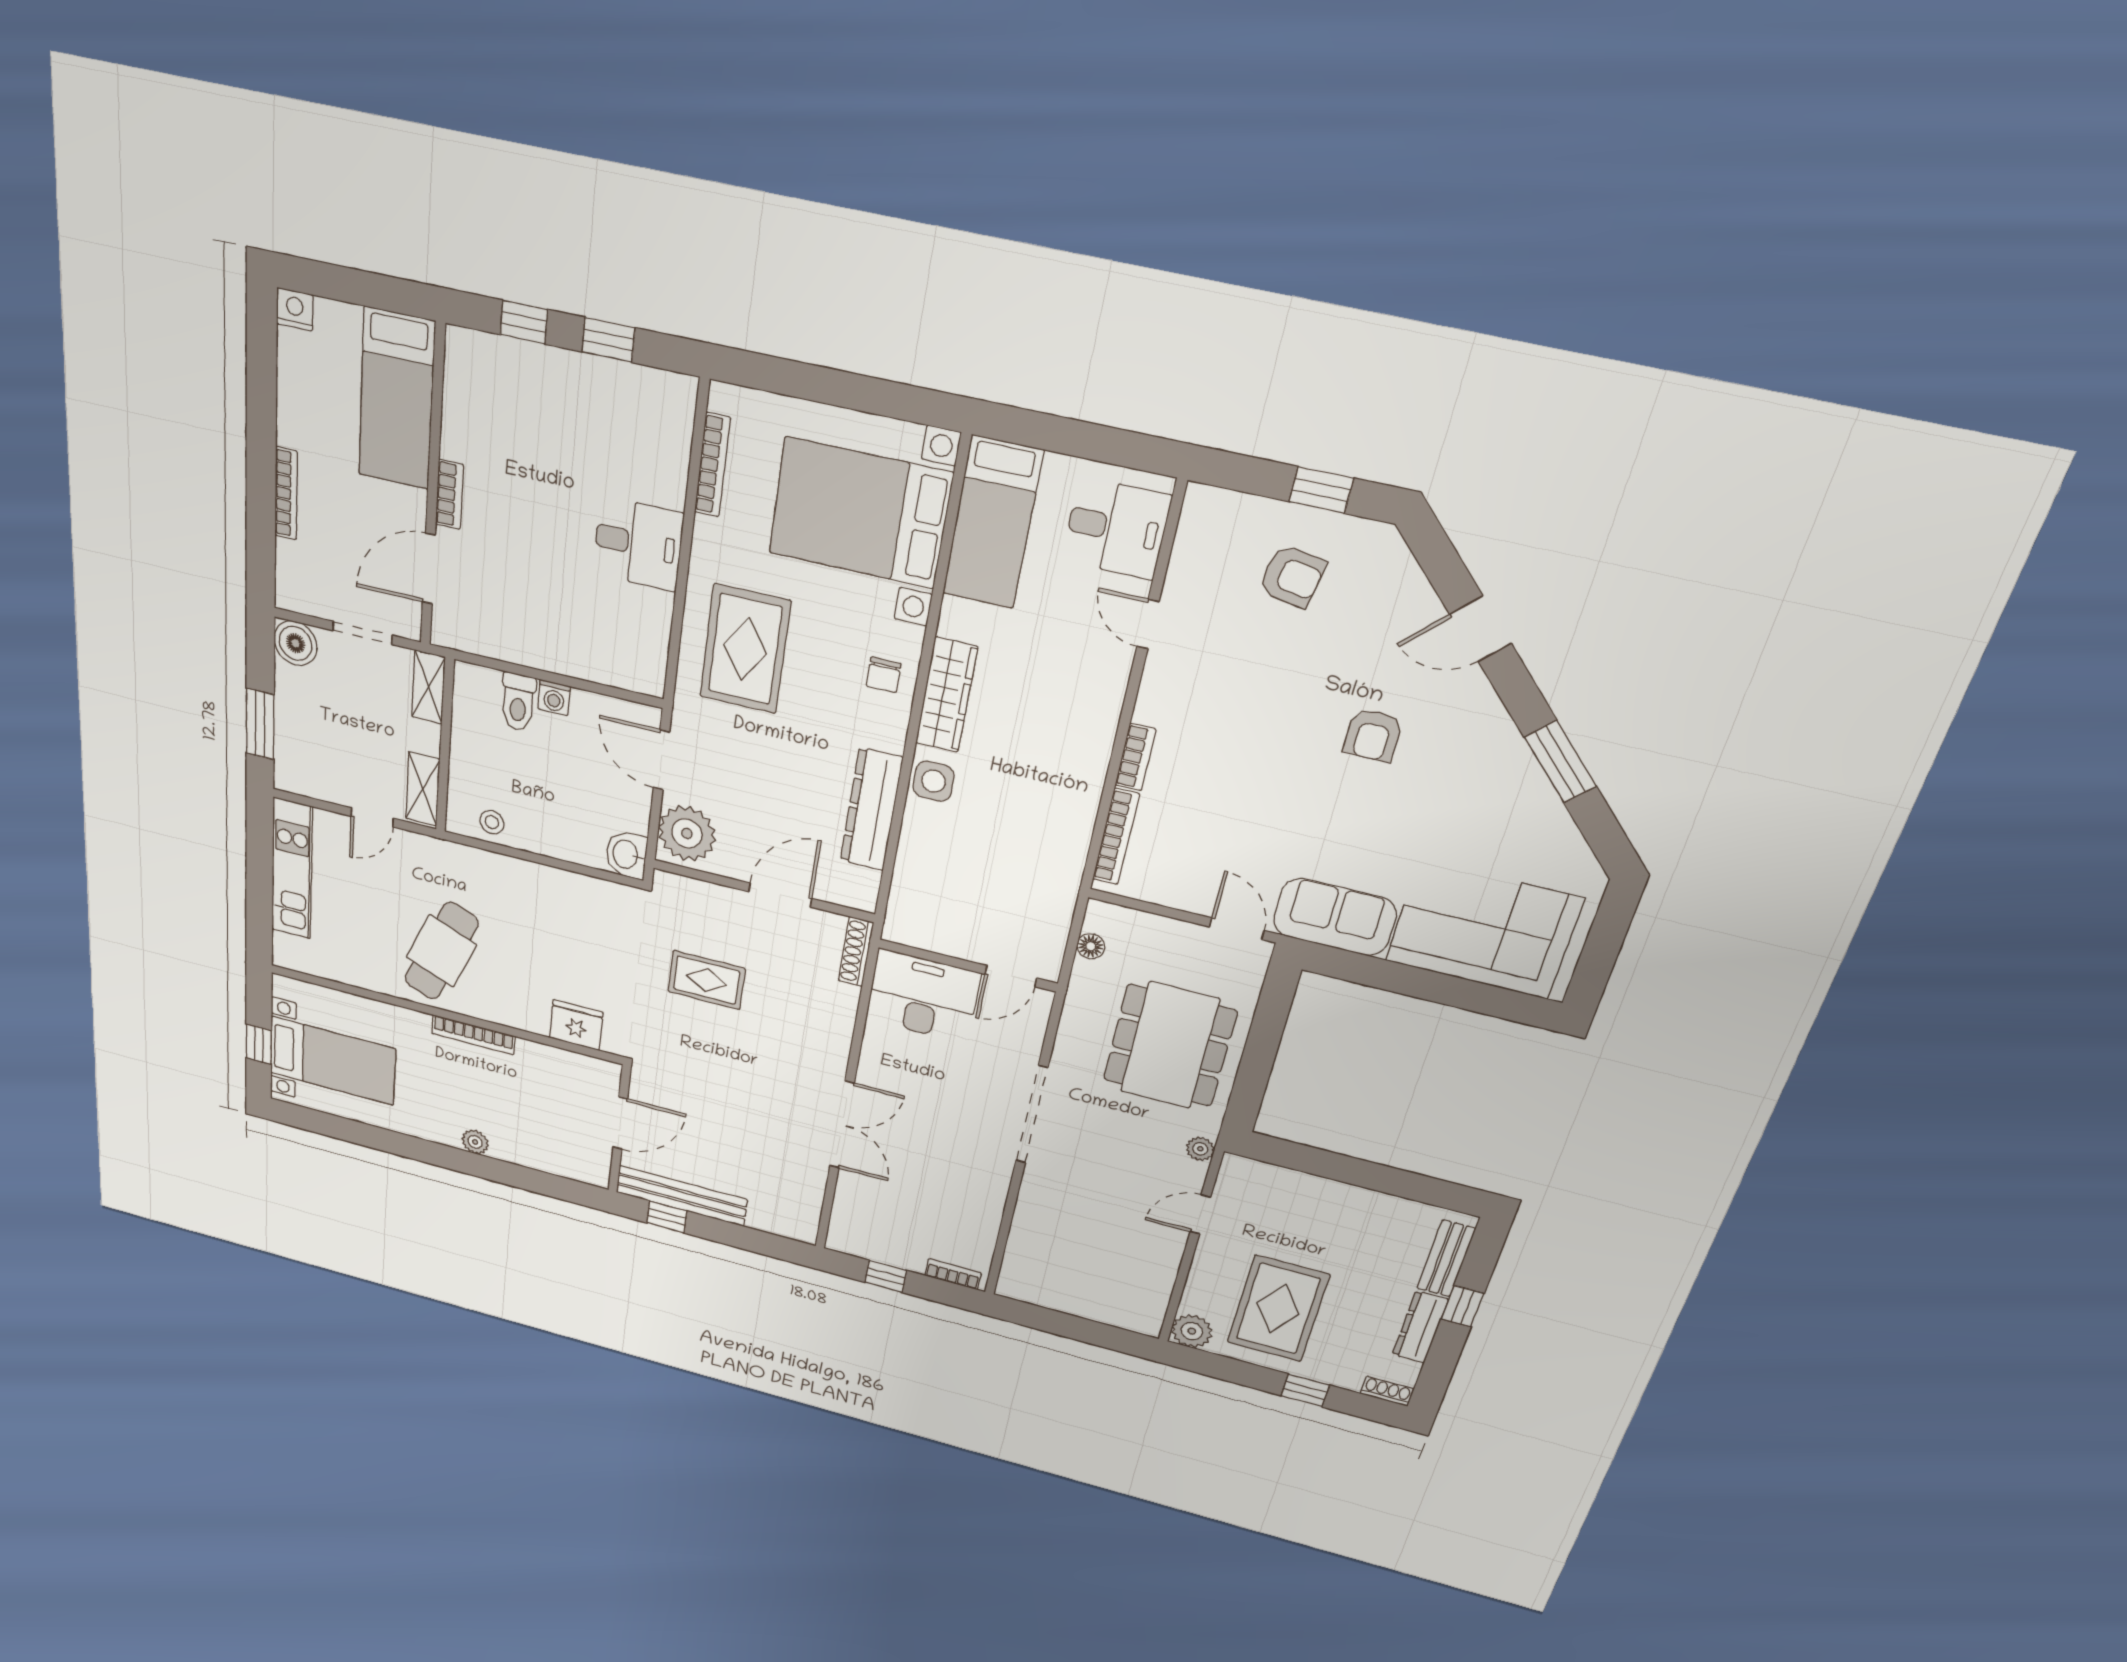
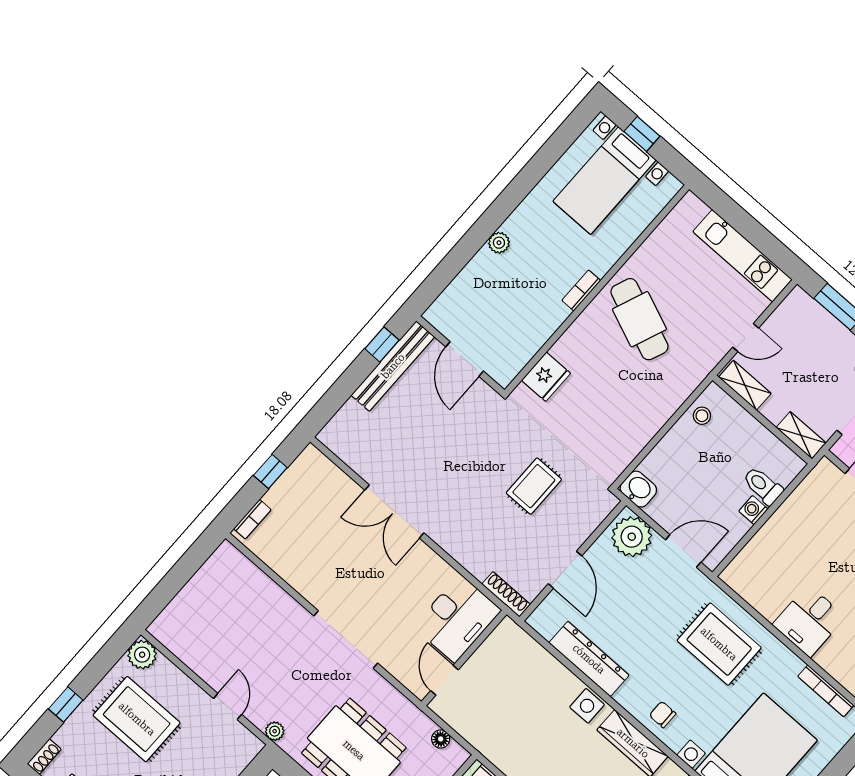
door: (372, 817) -> (746, 338), swing flipped
bookcase: (473, 1035) -> (581, 290), width x0.64

